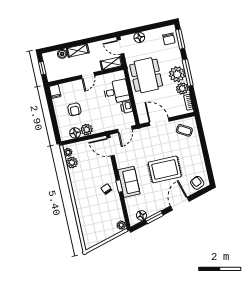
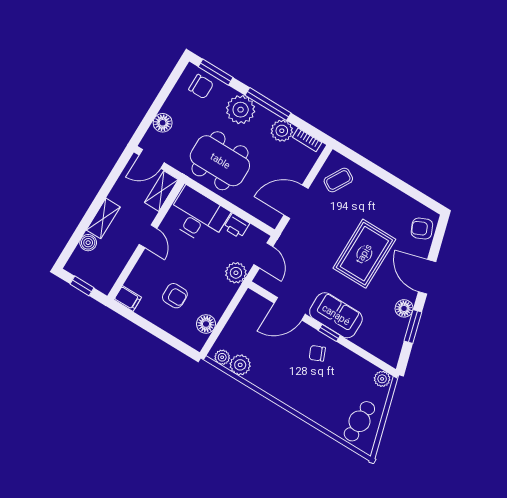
plant: (177, 74) -> (241, 110), moved
desk: (116, 92) -> (198, 216), width x1.37
plant: (87, 130) -> (236, 273), moved
door: (111, 147) -> (290, 309), moved
floor lamp: (142, 215) -> (404, 308), moved
cafe table: (95, 232) -> (359, 421), added

